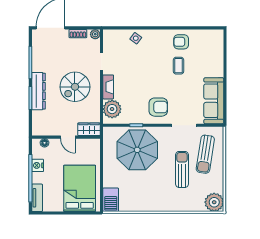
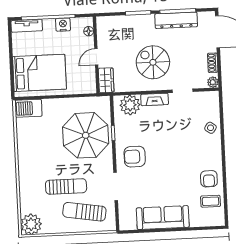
armchair: (181, 42) -> (209, 179), turned 180
coffee table: (178, 66) -> (211, 201), moved
dresser: (38, 91) -> (176, 20), moved
sofa: (214, 101) -> (163, 218), moved
armchair: (158, 107) -> (135, 157), turned 90

